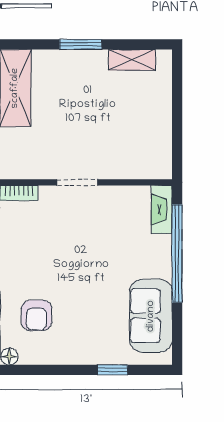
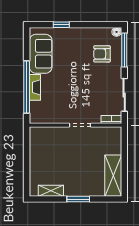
fireplace: (162, 210) -> (35, 87), moved
armchair: (36, 315) -> (102, 54), turned -90

